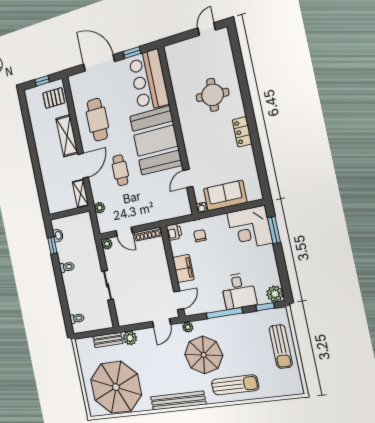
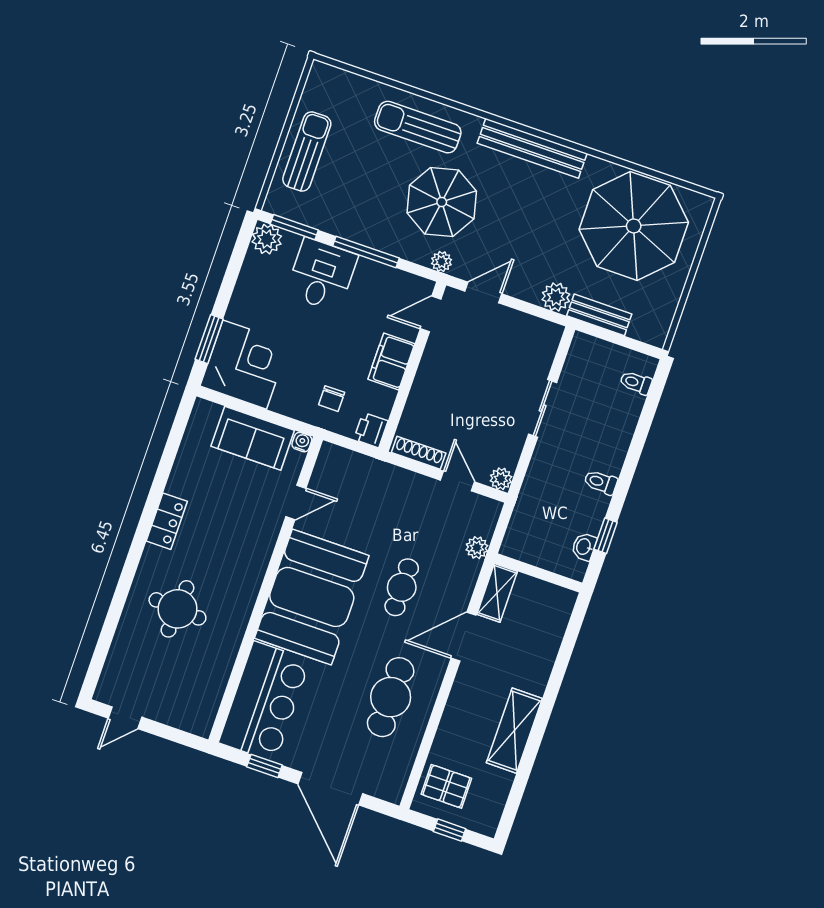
shelving: (67, 136) -> (514, 731), moved
window: (265, 307) -> (294, 227), width x1.50

